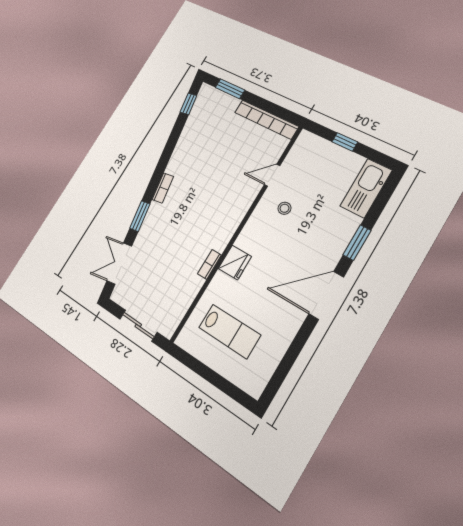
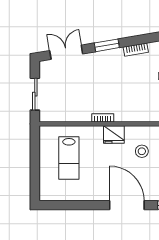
stool: (273, 241) -> (142, 151), added

